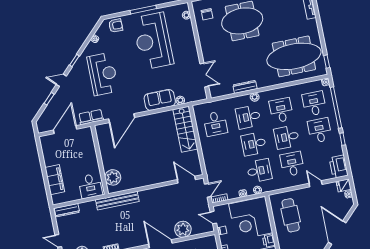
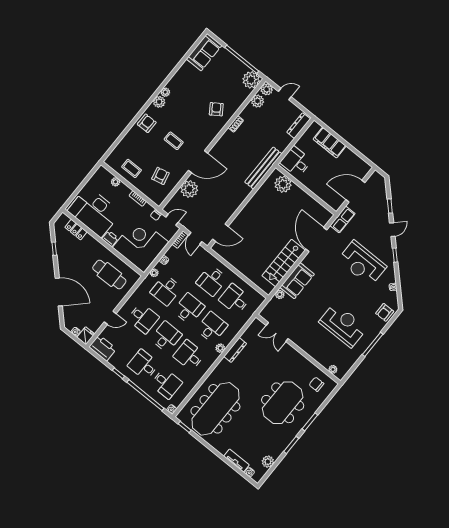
reception desk: (153, 41) -> (343, 325), width x0.74, depth x0.77
desk: (281, 110) -> (189, 355), turned 180
stairs: (185, 129) -> (284, 263), moved, turned -90
door: (65, 130) -> (355, 191), swing flipped
desk: (320, 130) -> (143, 365), turned 180
desk: (221, 151) -> (212, 281), added

